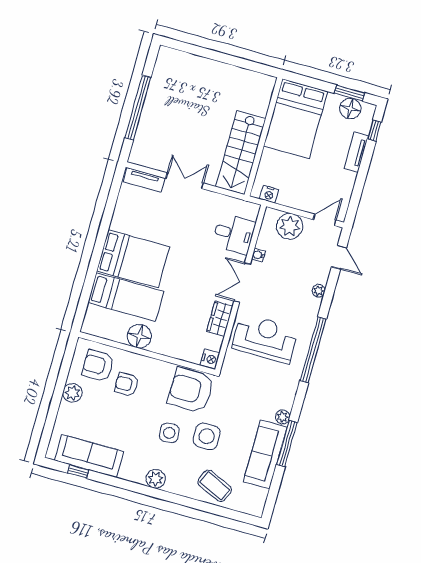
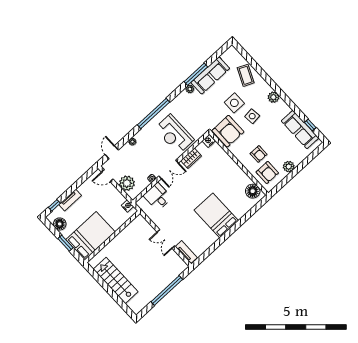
window: (349, 93) -> (66, 243), moved
stairs: (241, 153) -> (116, 280), moved, turned -90
bed: (126, 297) -> (232, 198), removed
floor lamp: (139, 336) -> (253, 191), moved

